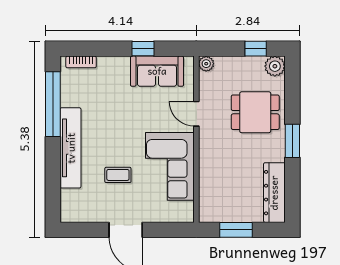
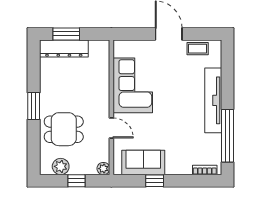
window: (256, 49) -> (77, 181), moved
plant: (275, 66) -> (61, 166), moved
coffee table: (118, 175) -> (198, 49), moved
dresser: (274, 193) -> (64, 49), moved, turned 90
window: (236, 230) -> (66, 34), moved

